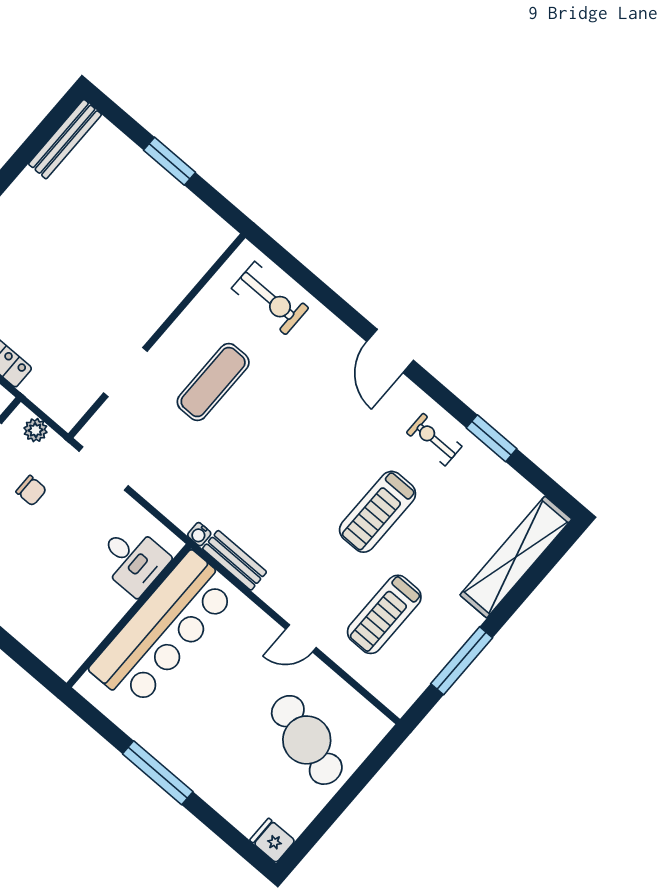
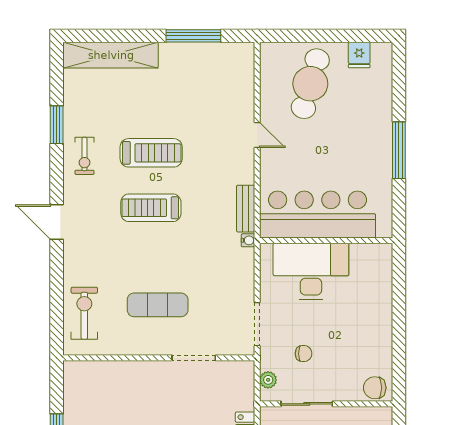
door: (390, 351) -> (57, 222), swing flipped
chair: (31, 491) -> (304, 354), turned 90
desk: (133, 560) -> (311, 271), width x1.87, depth x1.30
treadmill: (384, 614) -> (151, 208), moved, turned 180
fridge: (272, 840) -> (359, 55), moved

